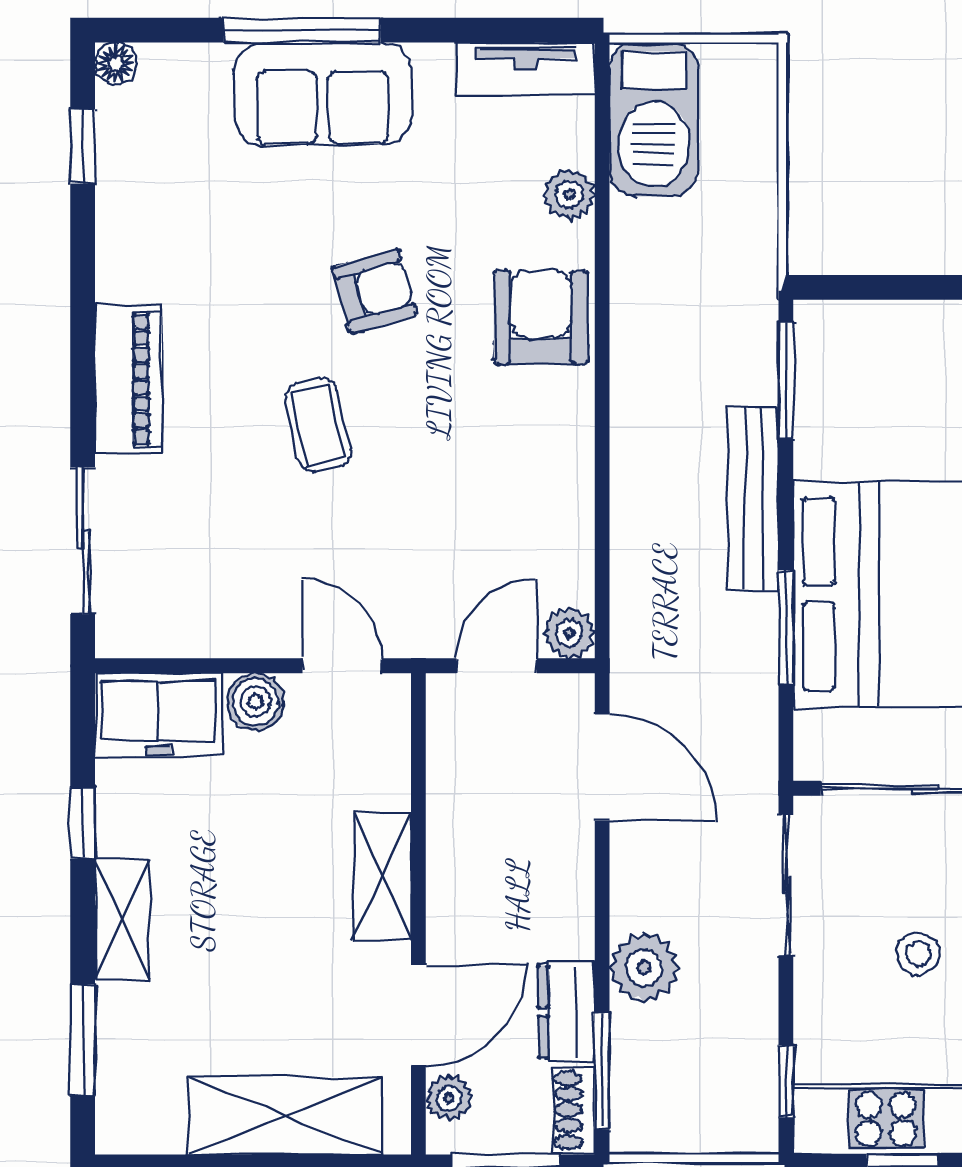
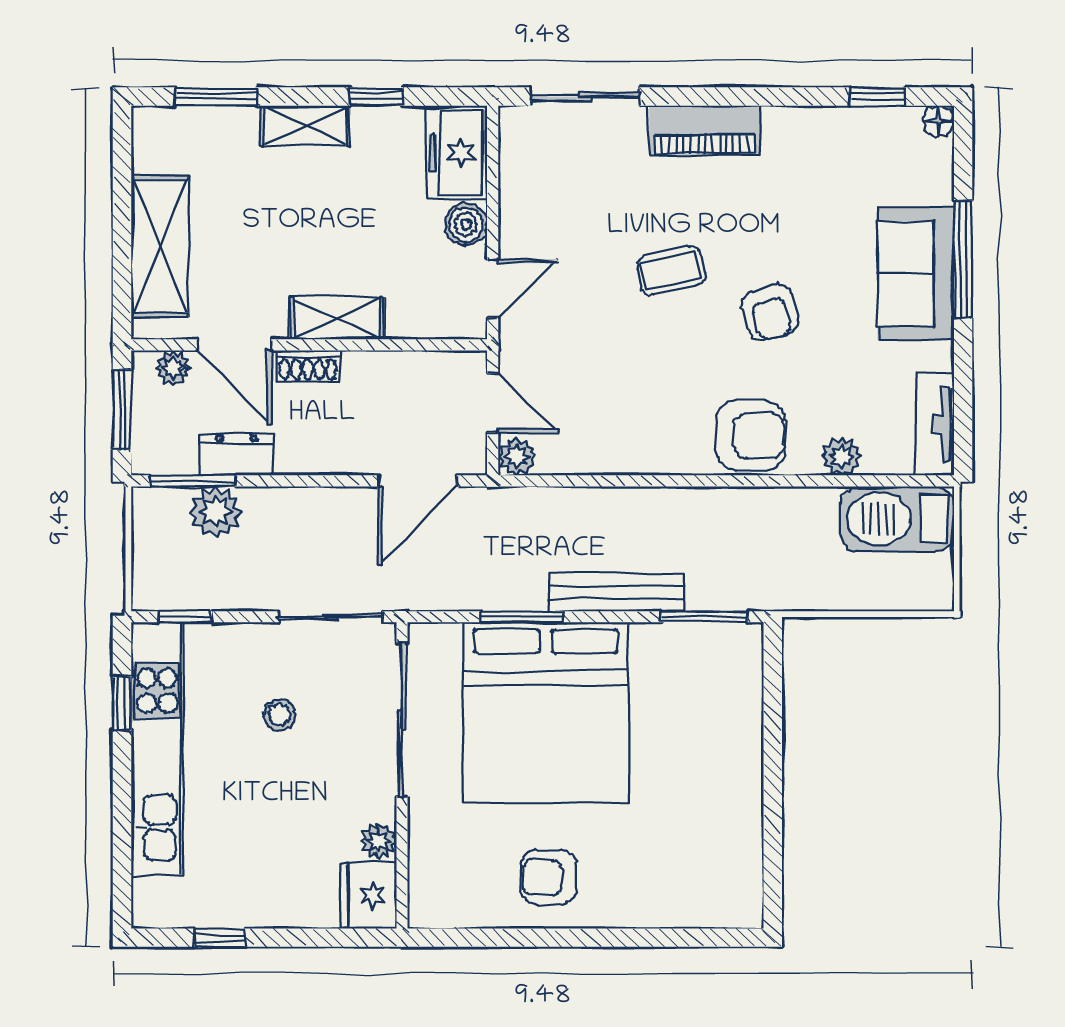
plant: (644, 967) -> (216, 512), moved
shoe rack: (574, 1110) -> (308, 366), moved, turned 180

